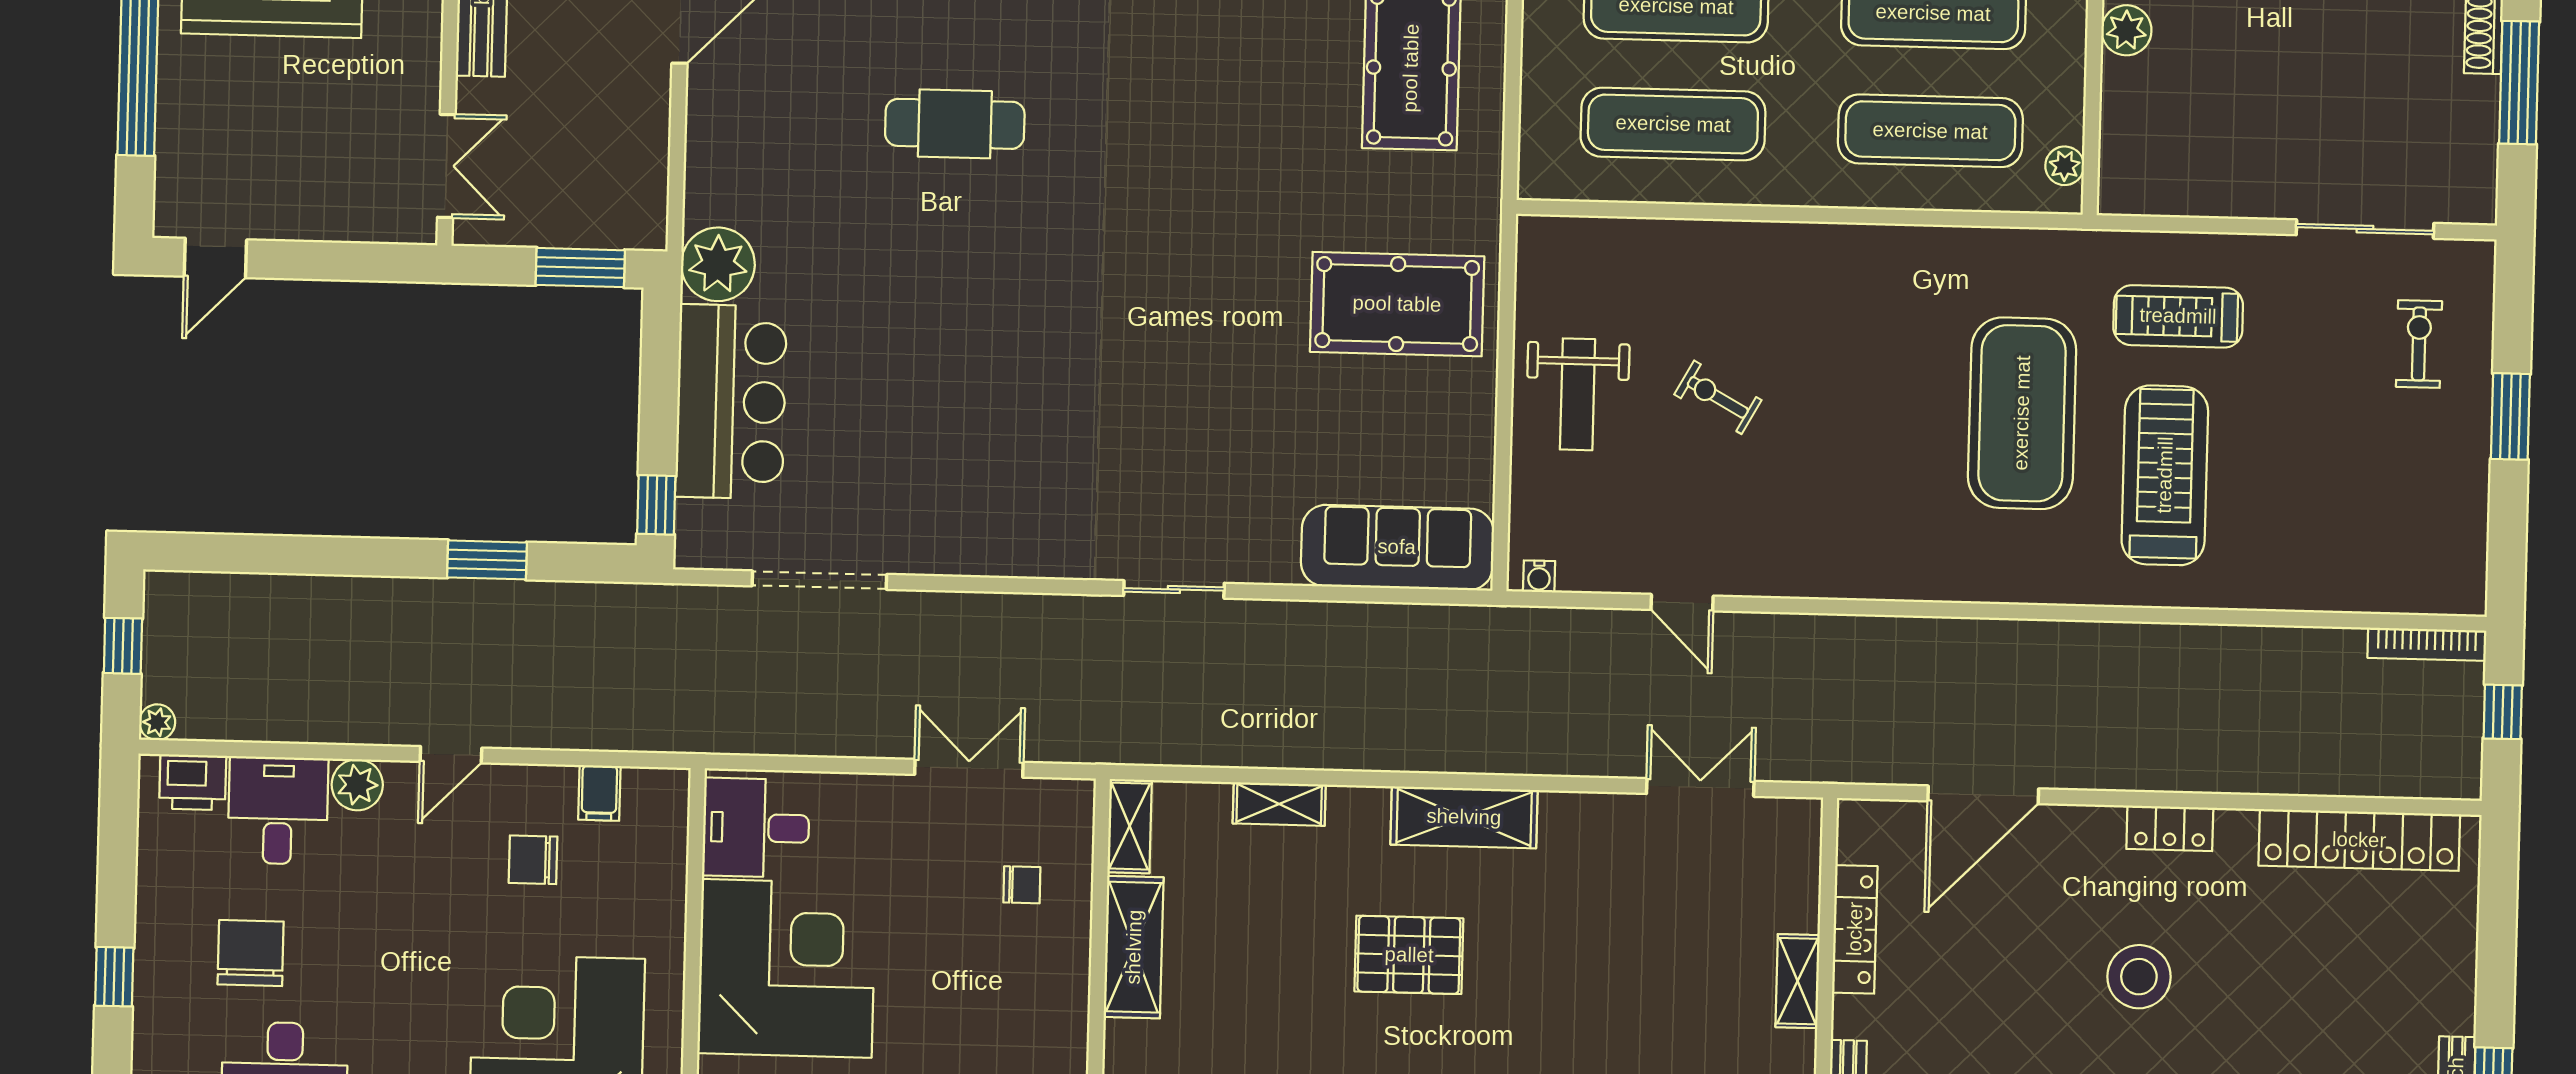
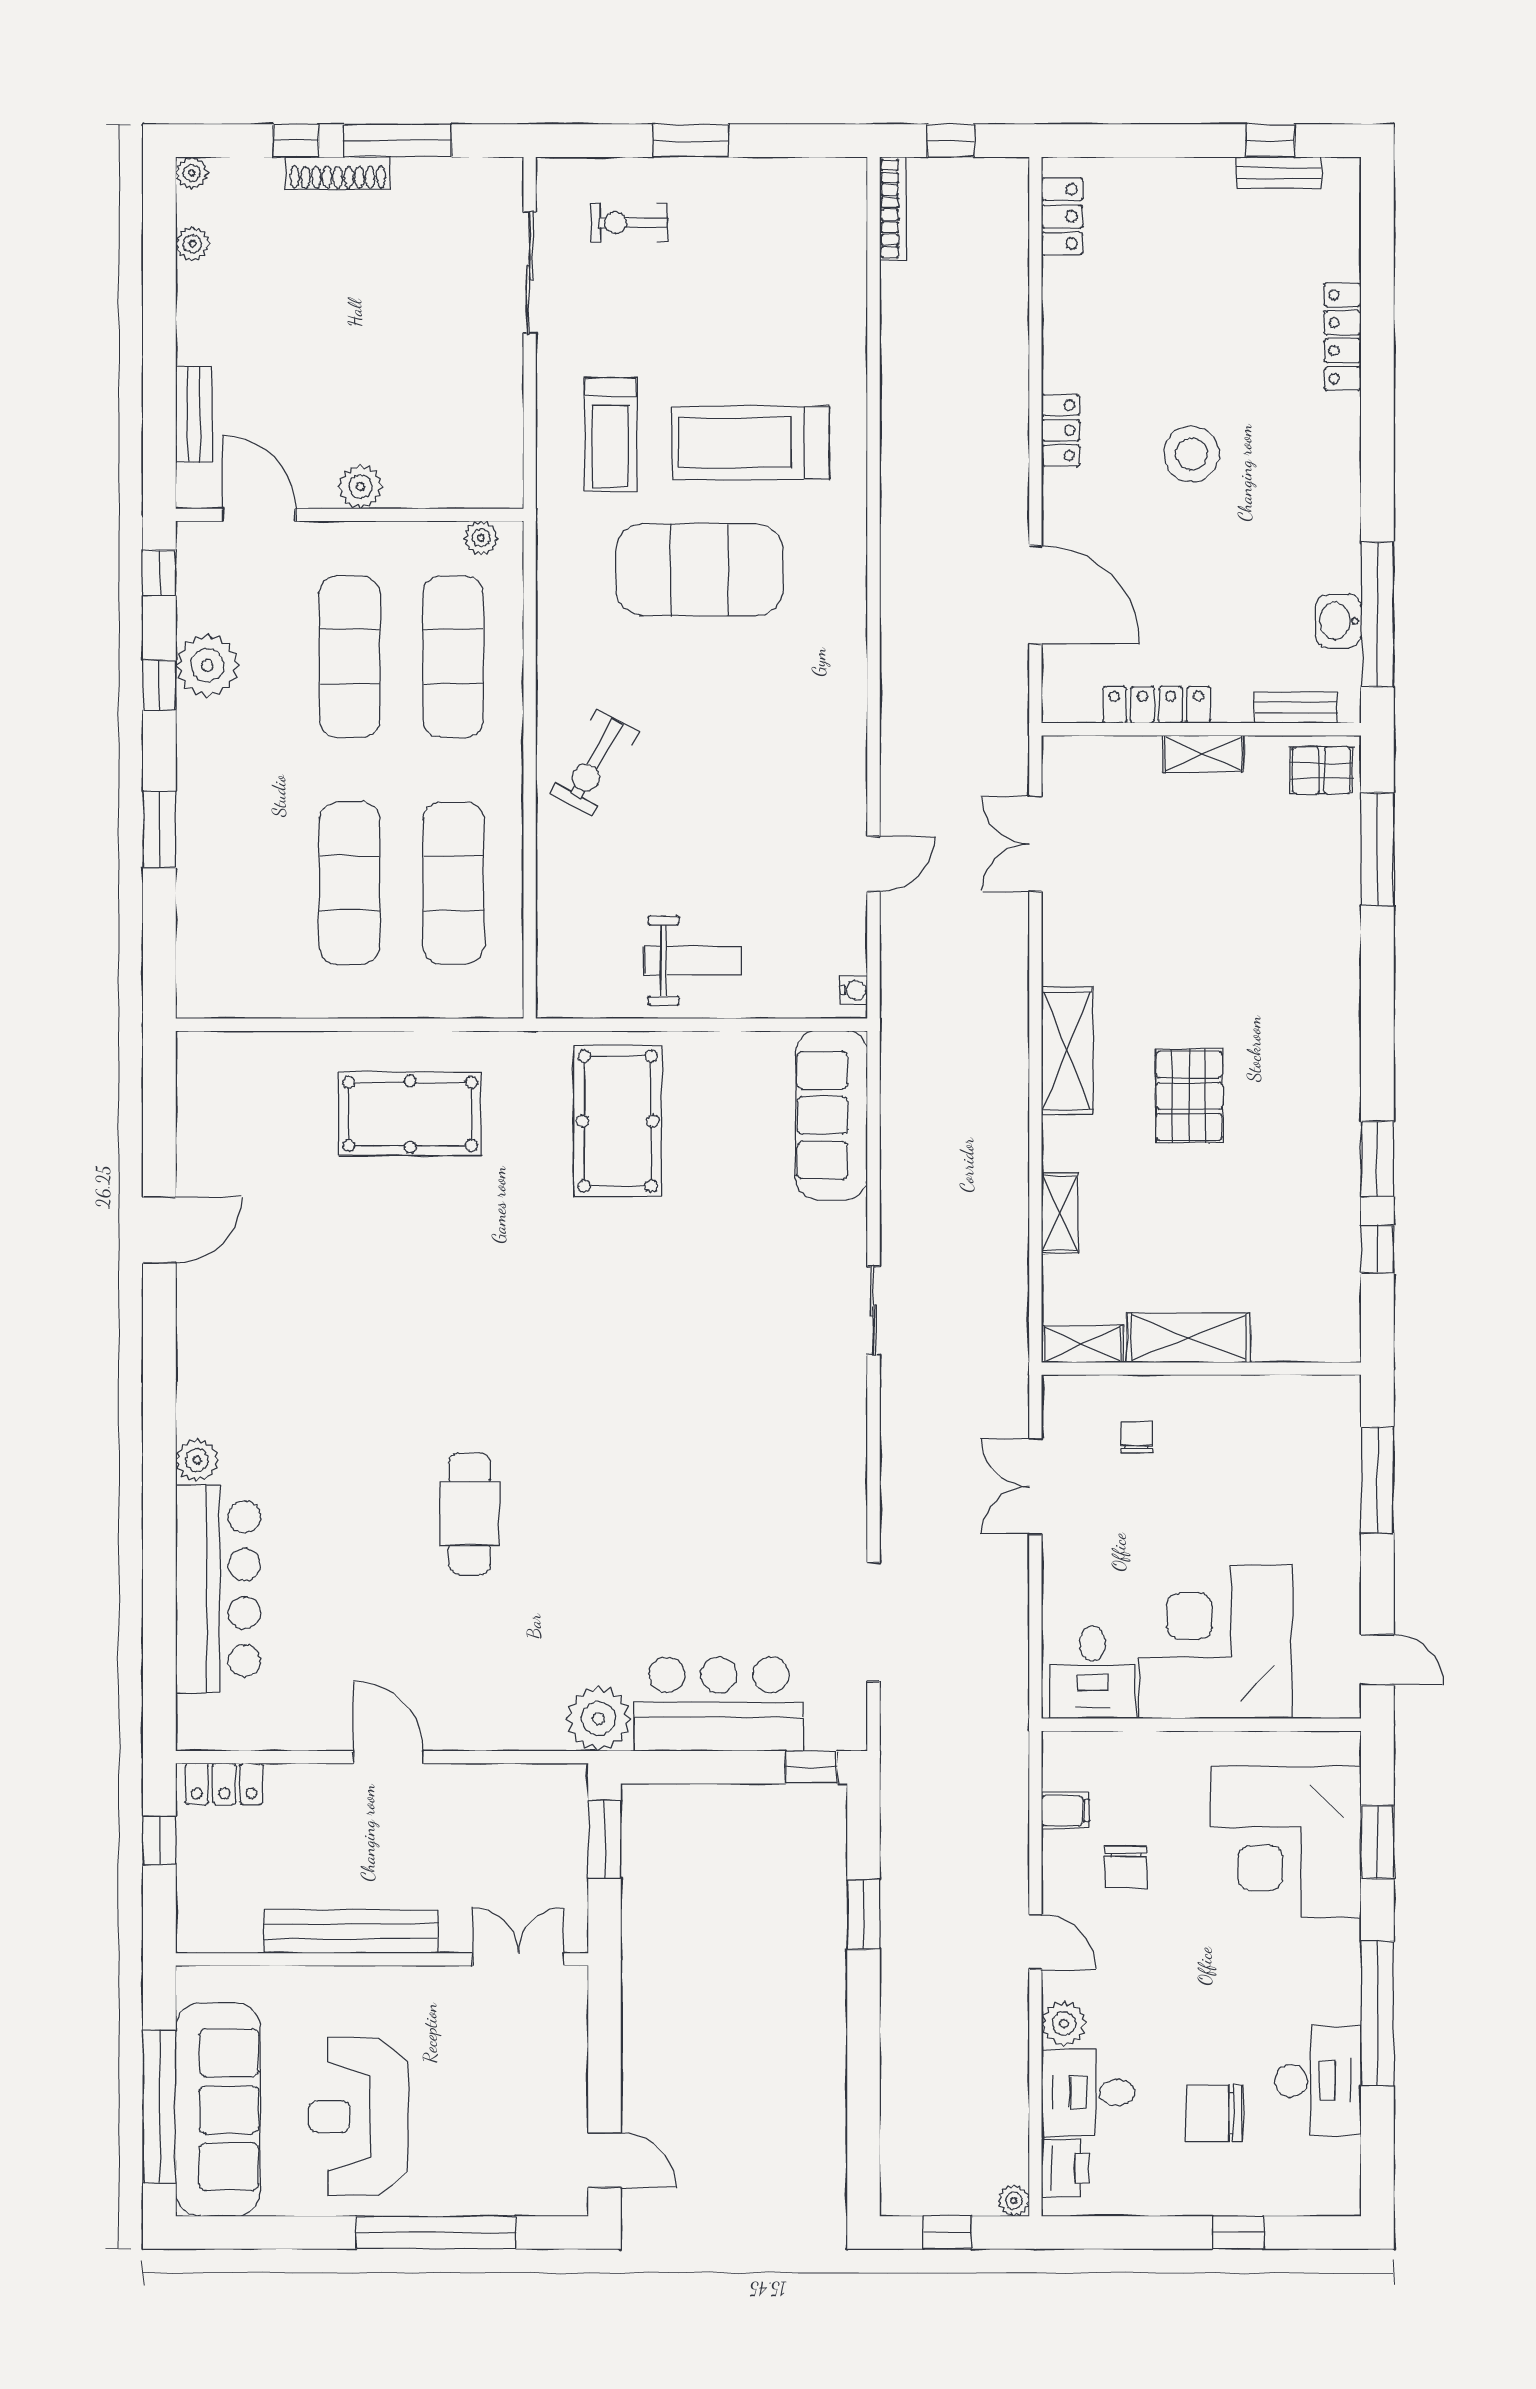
exercise bike: (1718, 397) -> (594, 763), moved, width x1.38, depth x1.39
locker: (2359, 840) -> (1062, 216), width x0.46, depth x0.83

